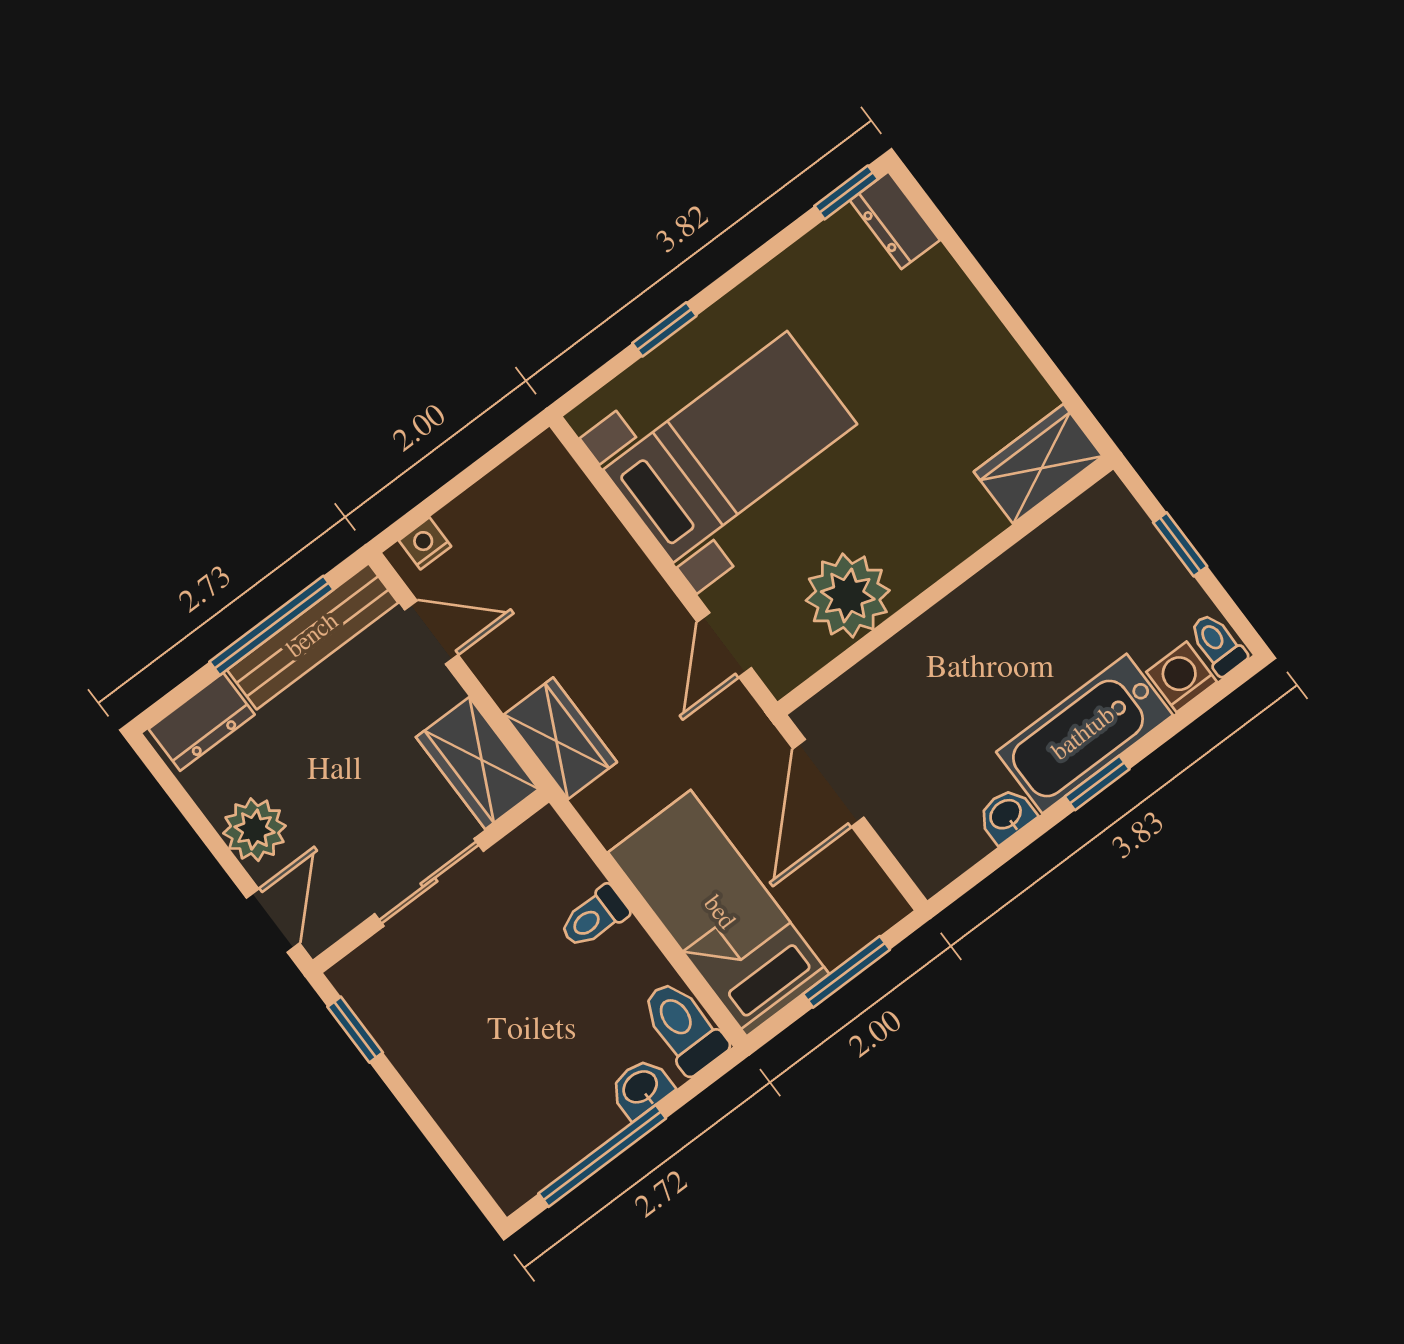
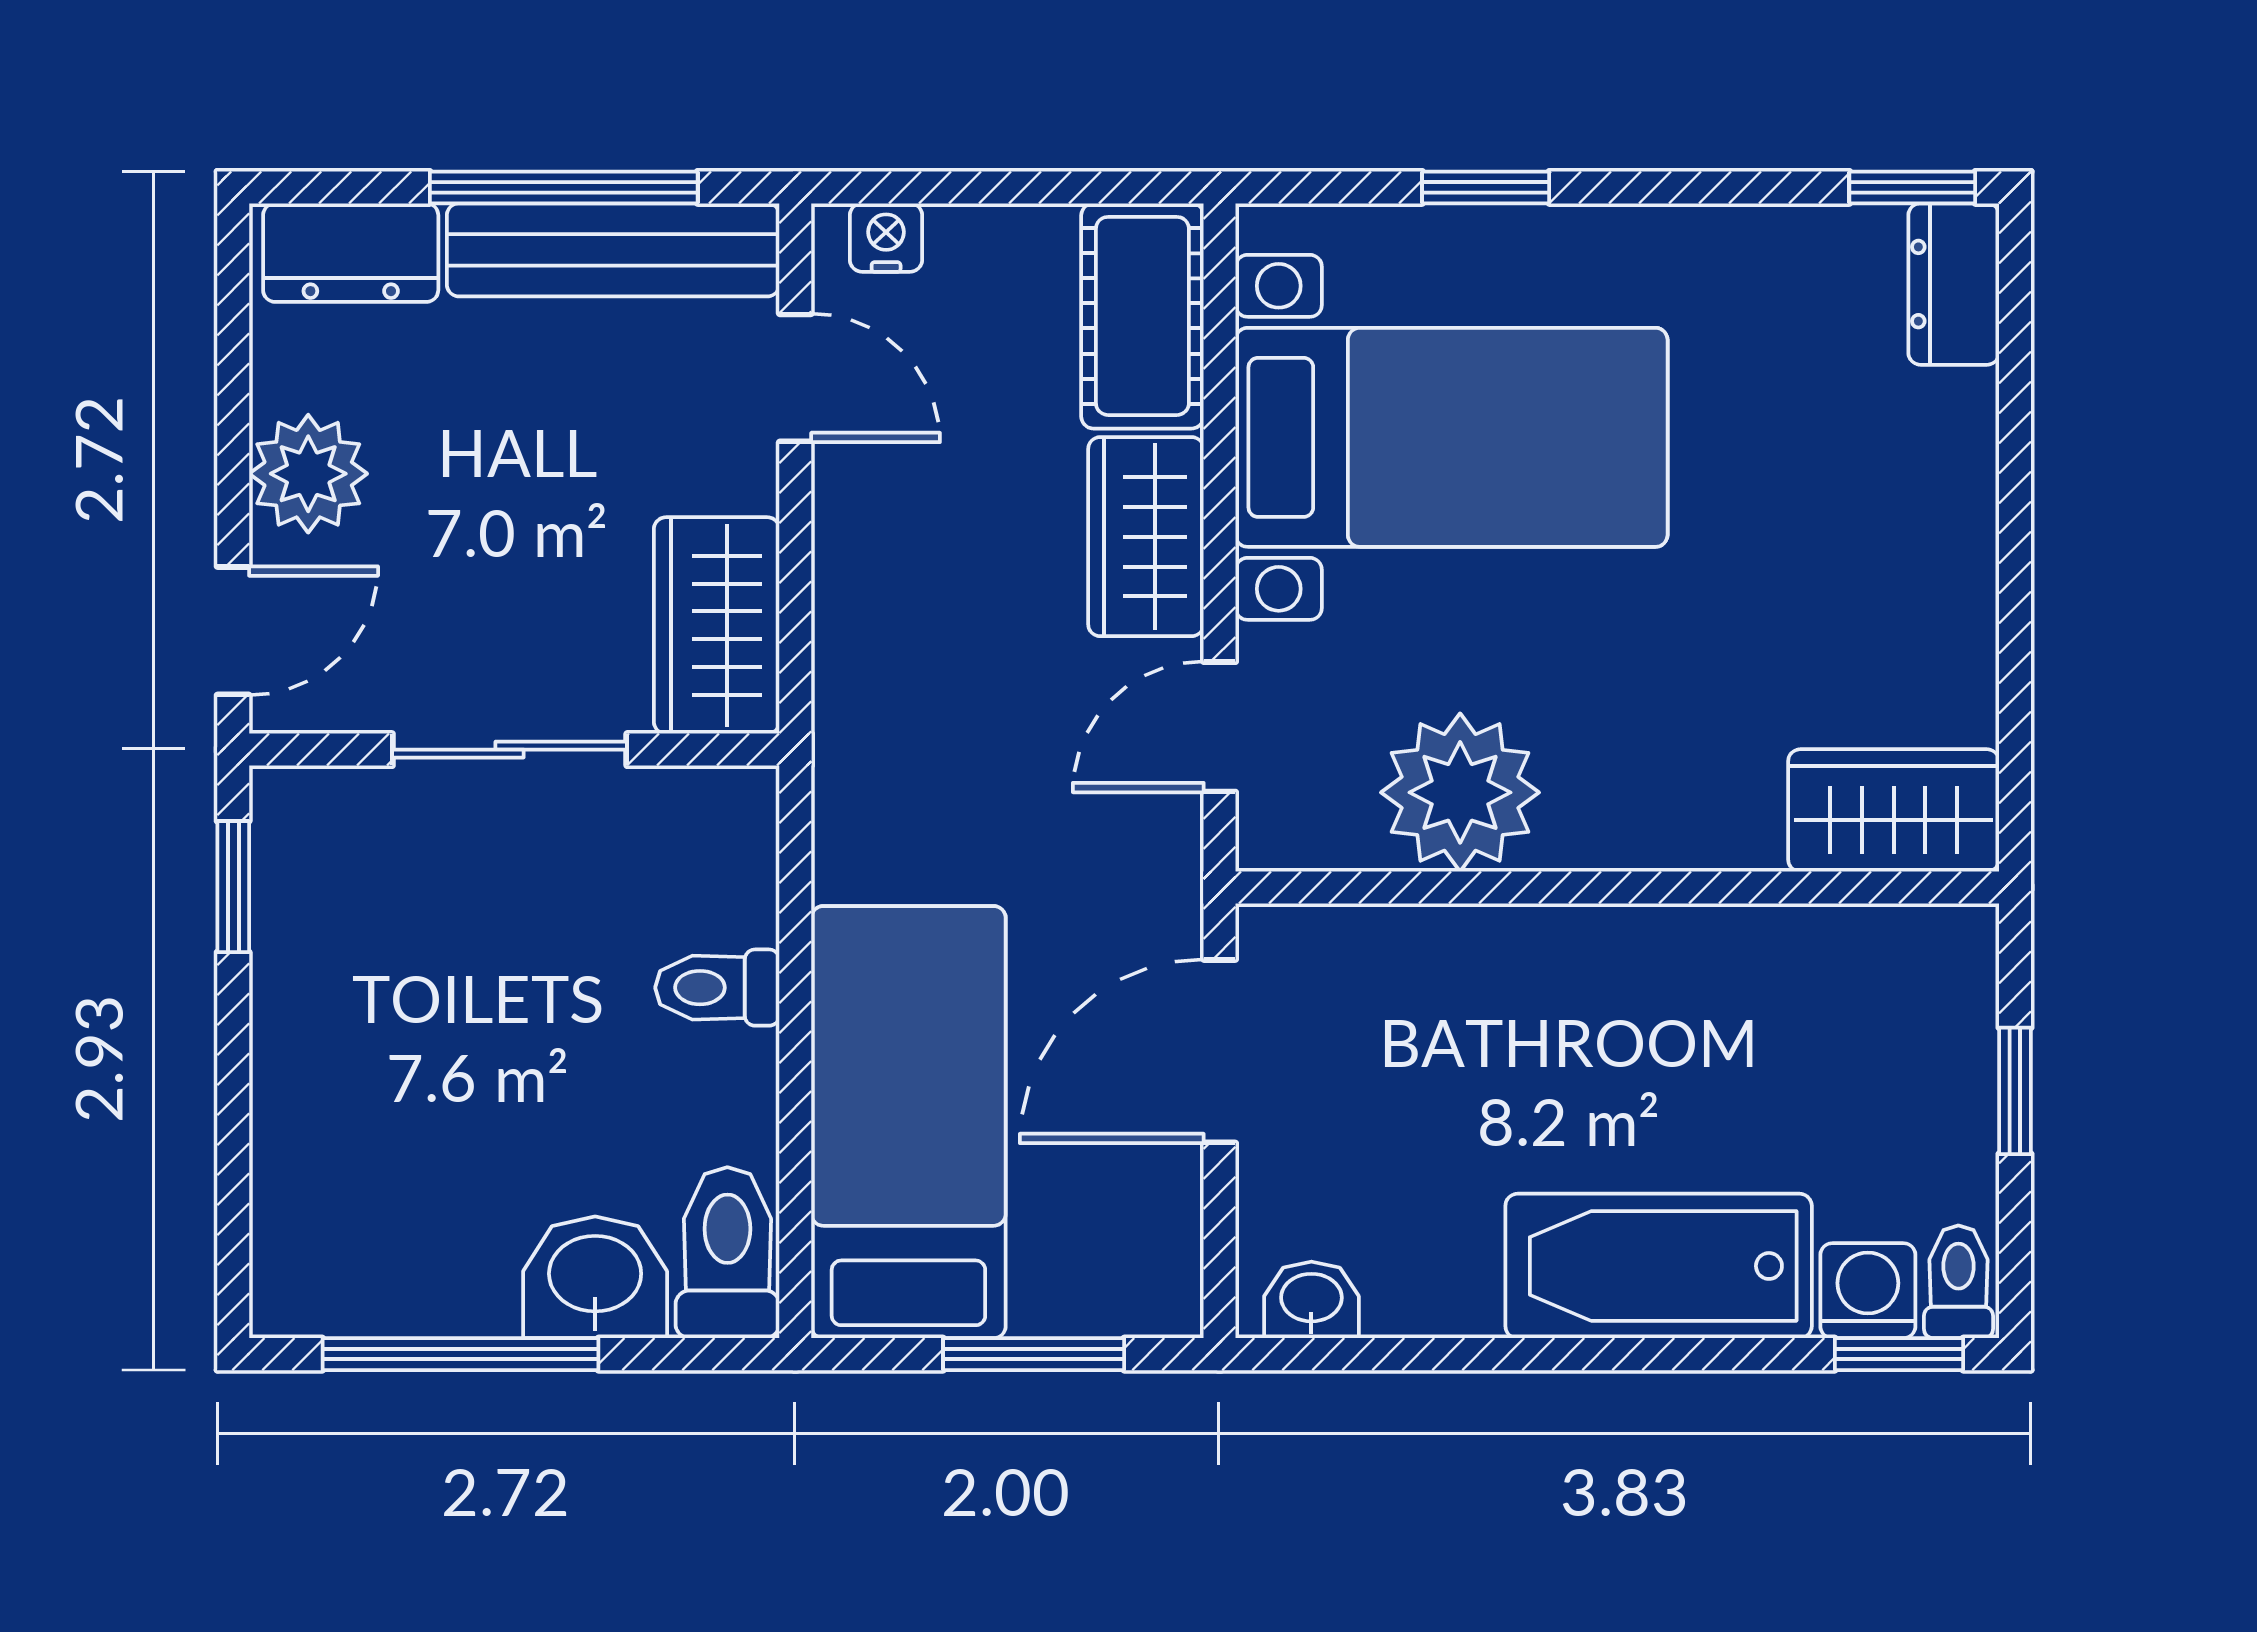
cot: (559, 494) -> (1142, 316), added
wardrobe: (560, 738) -> (1146, 537), moved, turned 180
window: (1097, 783) -> (1899, 1354), moved
washbasin: (1006, 815) -> (1311, 1300), moved
washbasin: (641, 1088) -> (595, 1277), width x1.38, depth x1.45

